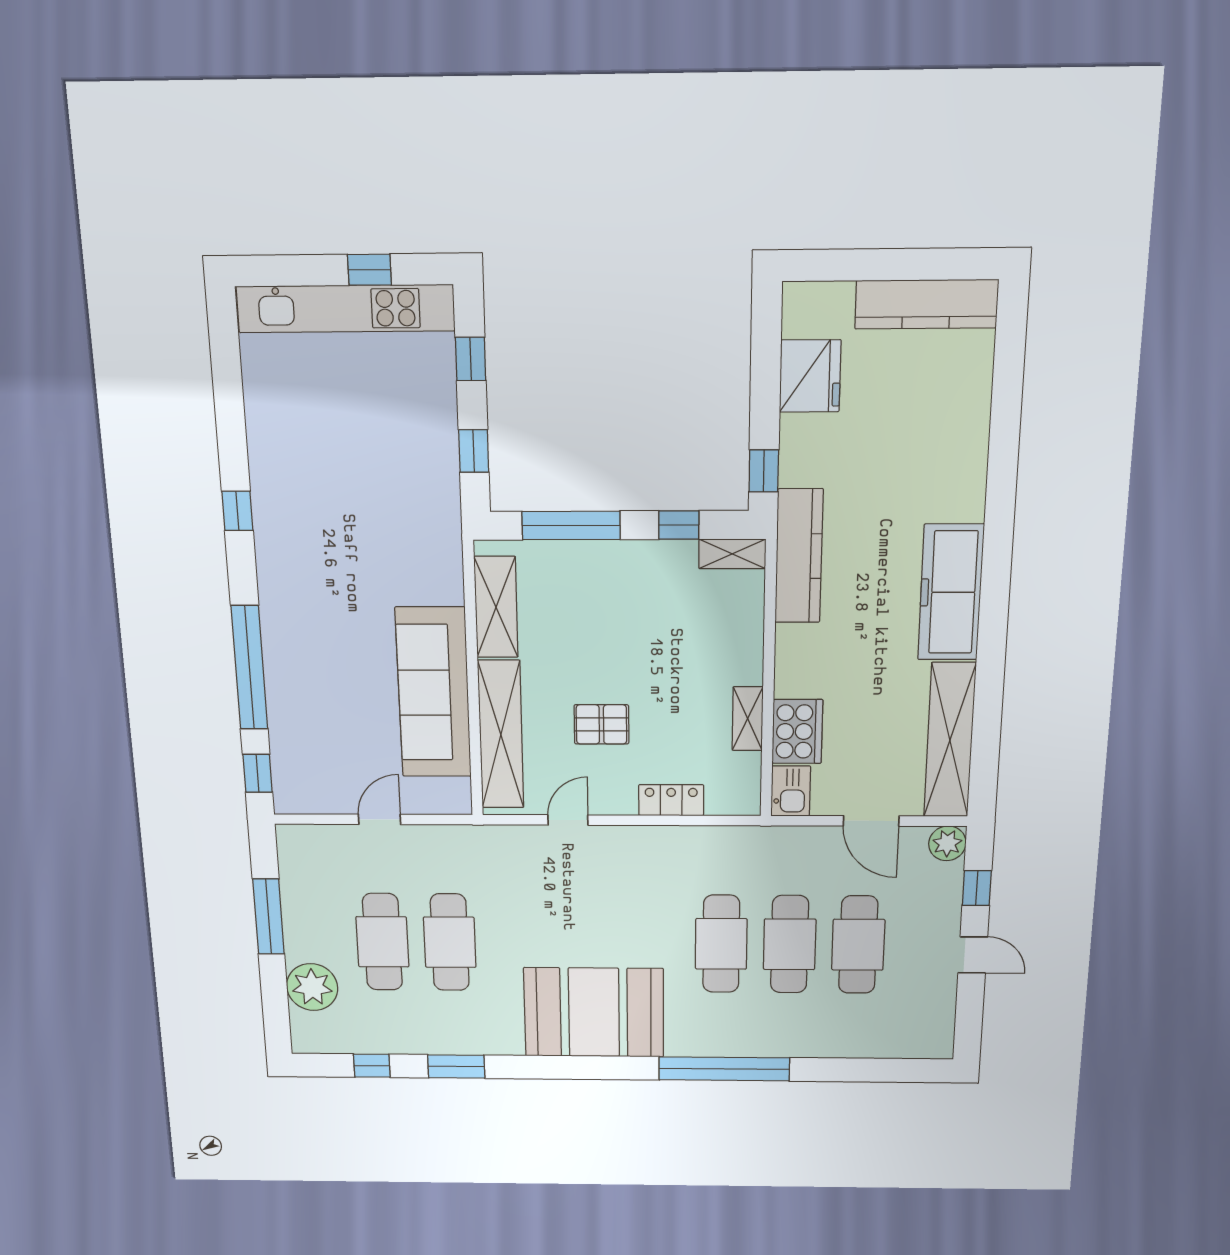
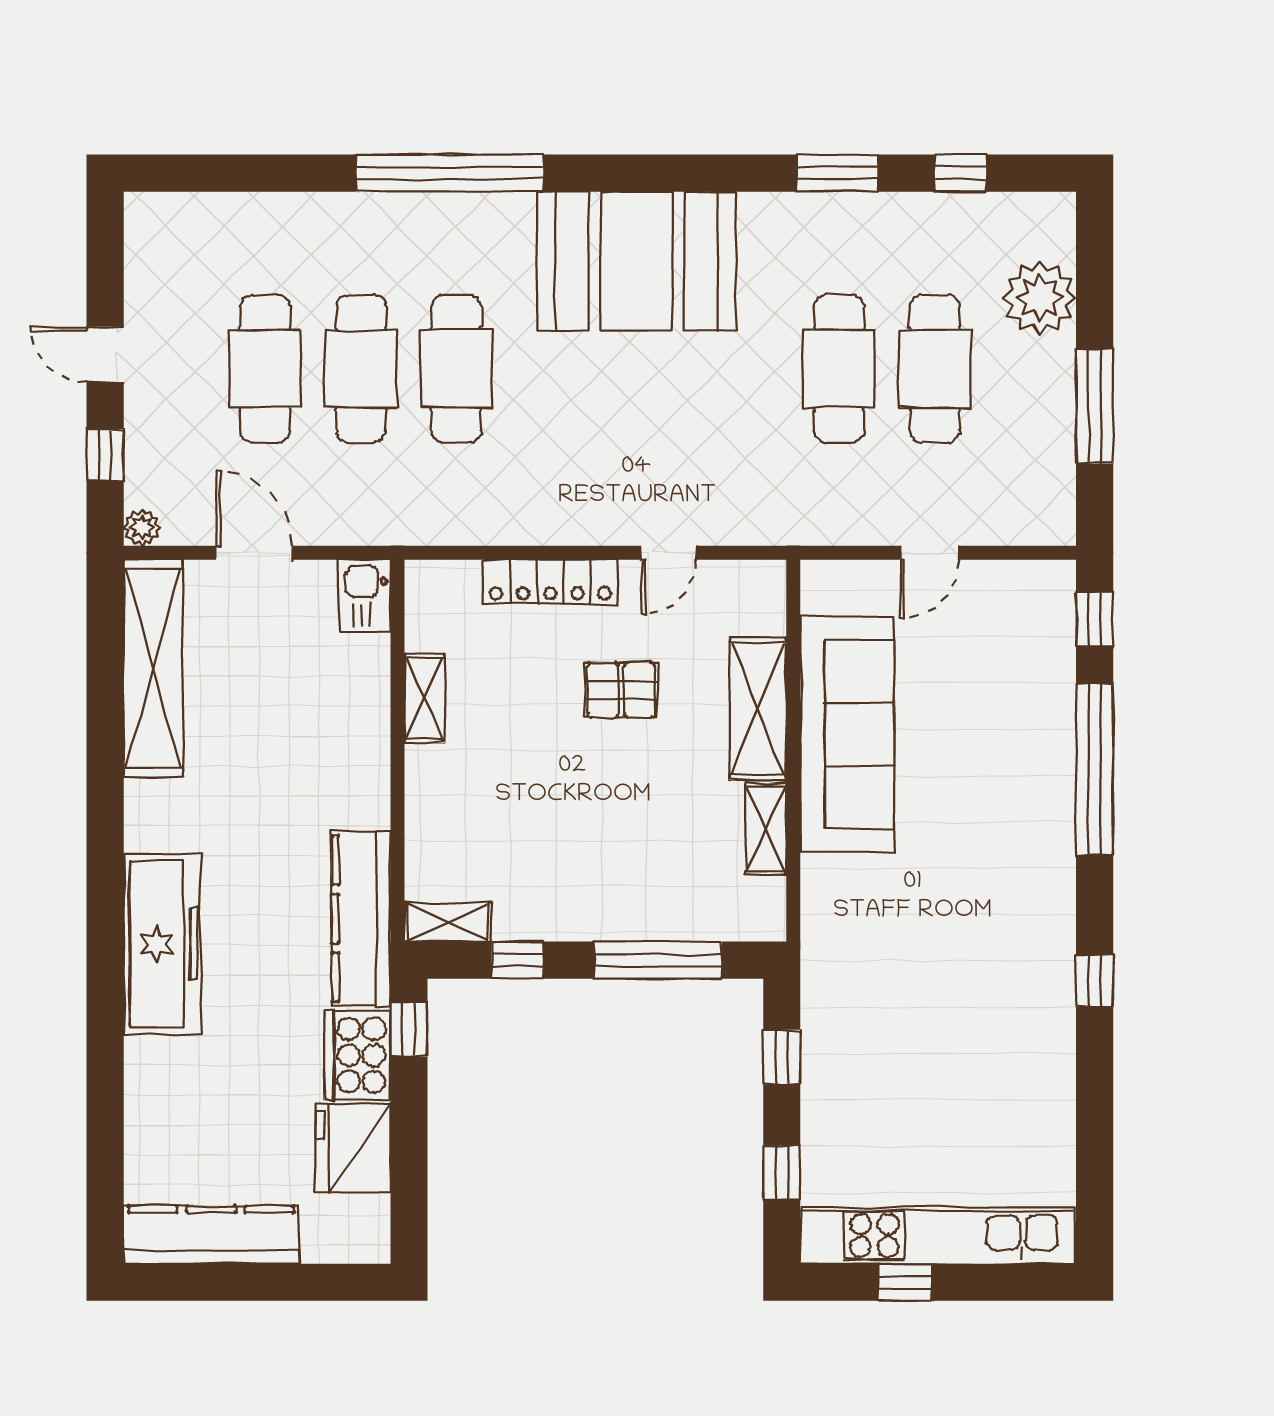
freezer: (951, 592) -> (162, 944), moved
shelving: (496, 607) -> (766, 829), width x0.67, depth x0.75
cooker: (797, 732) -> (357, 1055), moved
shelving: (501, 735) -> (758, 709), width x0.68
locker: (671, 800) -> (550, 582), width x1.53
plant: (947, 843) -> (142, 527), width x0.73, depth x0.73

